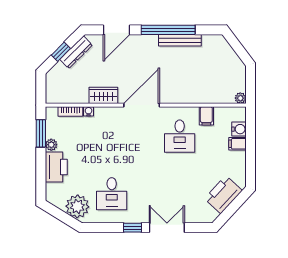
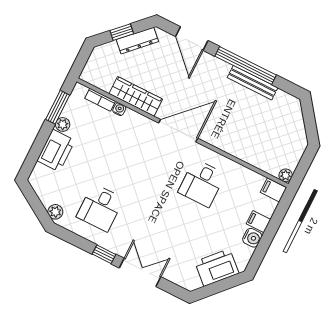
door: (117, 30) -> (192, 38), hinge flipped
wardrobe: (103, 95) -> (136, 96), width x1.50
filing cabinet: (206, 116) -> (273, 190), moved, turned 90
water cooler: (239, 129) -> (252, 238), moved
plant: (77, 206) -> (55, 212), width x0.53, depth x0.53

